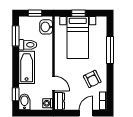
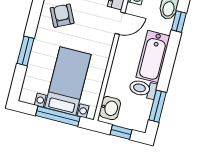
window: (78, 13) -> (58, 116), width x2.17
window: (110, 50) -> (26, 51), width x0.69
door: (53, 84) -> (120, 23), swing flipped

